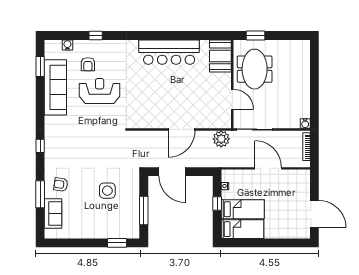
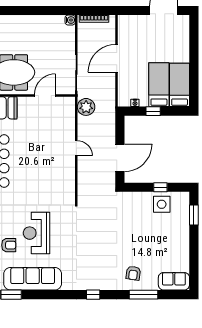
door: (181, 129) -> (76, 148), width x0.53
side table: (107, 191) -> (162, 204), moved
window: (144, 211) -> (160, 187), width x0.46
sofa: (53, 214) -> (174, 281), moved

